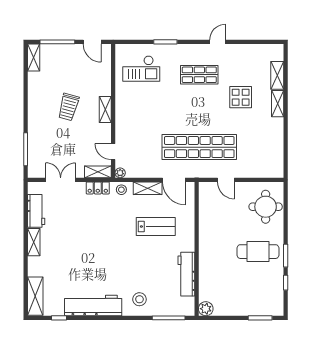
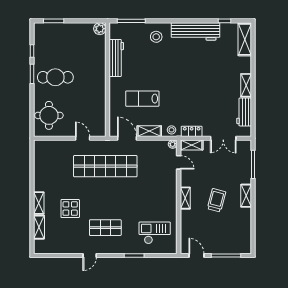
shelving: (34, 57) -> (246, 196), moved

